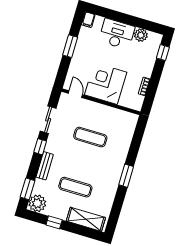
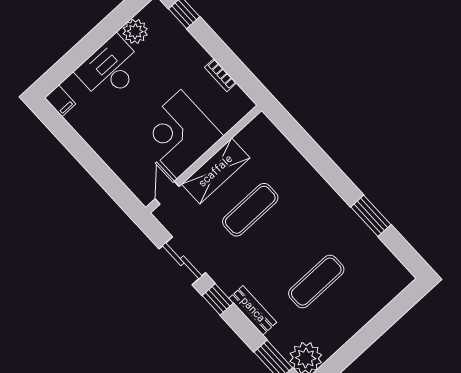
window: (70, 46) -> (85, 155), removed
door: (75, 94) -> (167, 193), hinge flipped
window: (126, 176) -> (371, 216), moved
shelving: (86, 219) -> (216, 171), moved
window: (54, 222) -> (352, 349), removed

